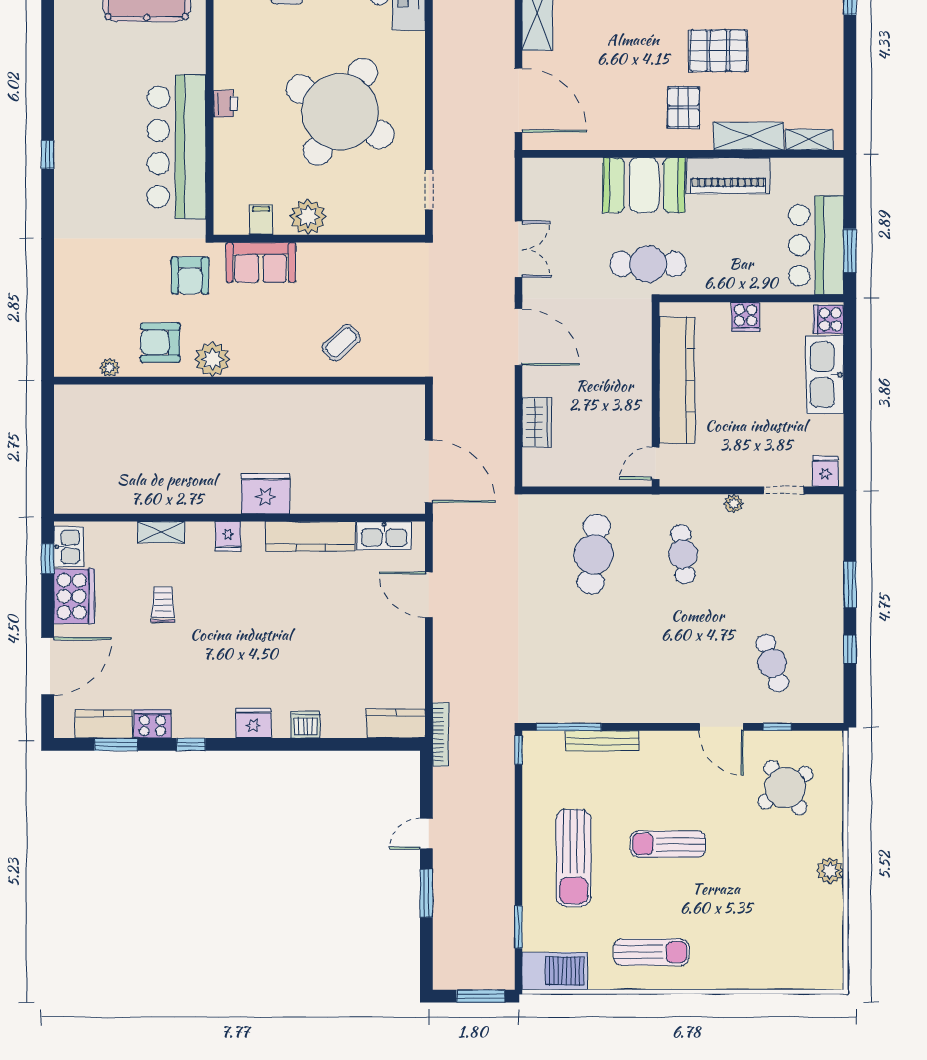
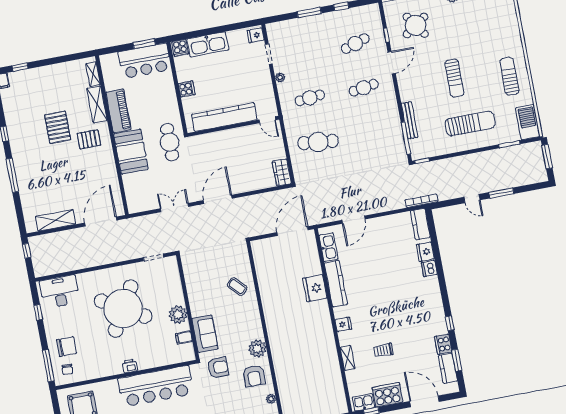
wardrobe: (537, 422) -> (282, 172), moved, turned -90
fridge: (266, 494) -> (315, 288), moved
cafe table: (683, 663) -> (364, 88), added
fridge: (253, 723) -> (425, 252), moved

